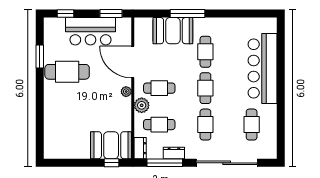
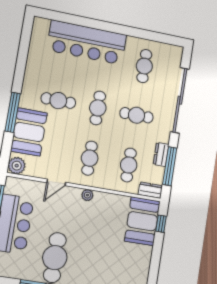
door: (133, 62) -> (56, 182), width x0.53
cafe table: (205, 88) -> (98, 108), turned 90
plant: (142, 105) -> (17, 166), moved
cafe table: (252, 125) -> (144, 66), turned 90

